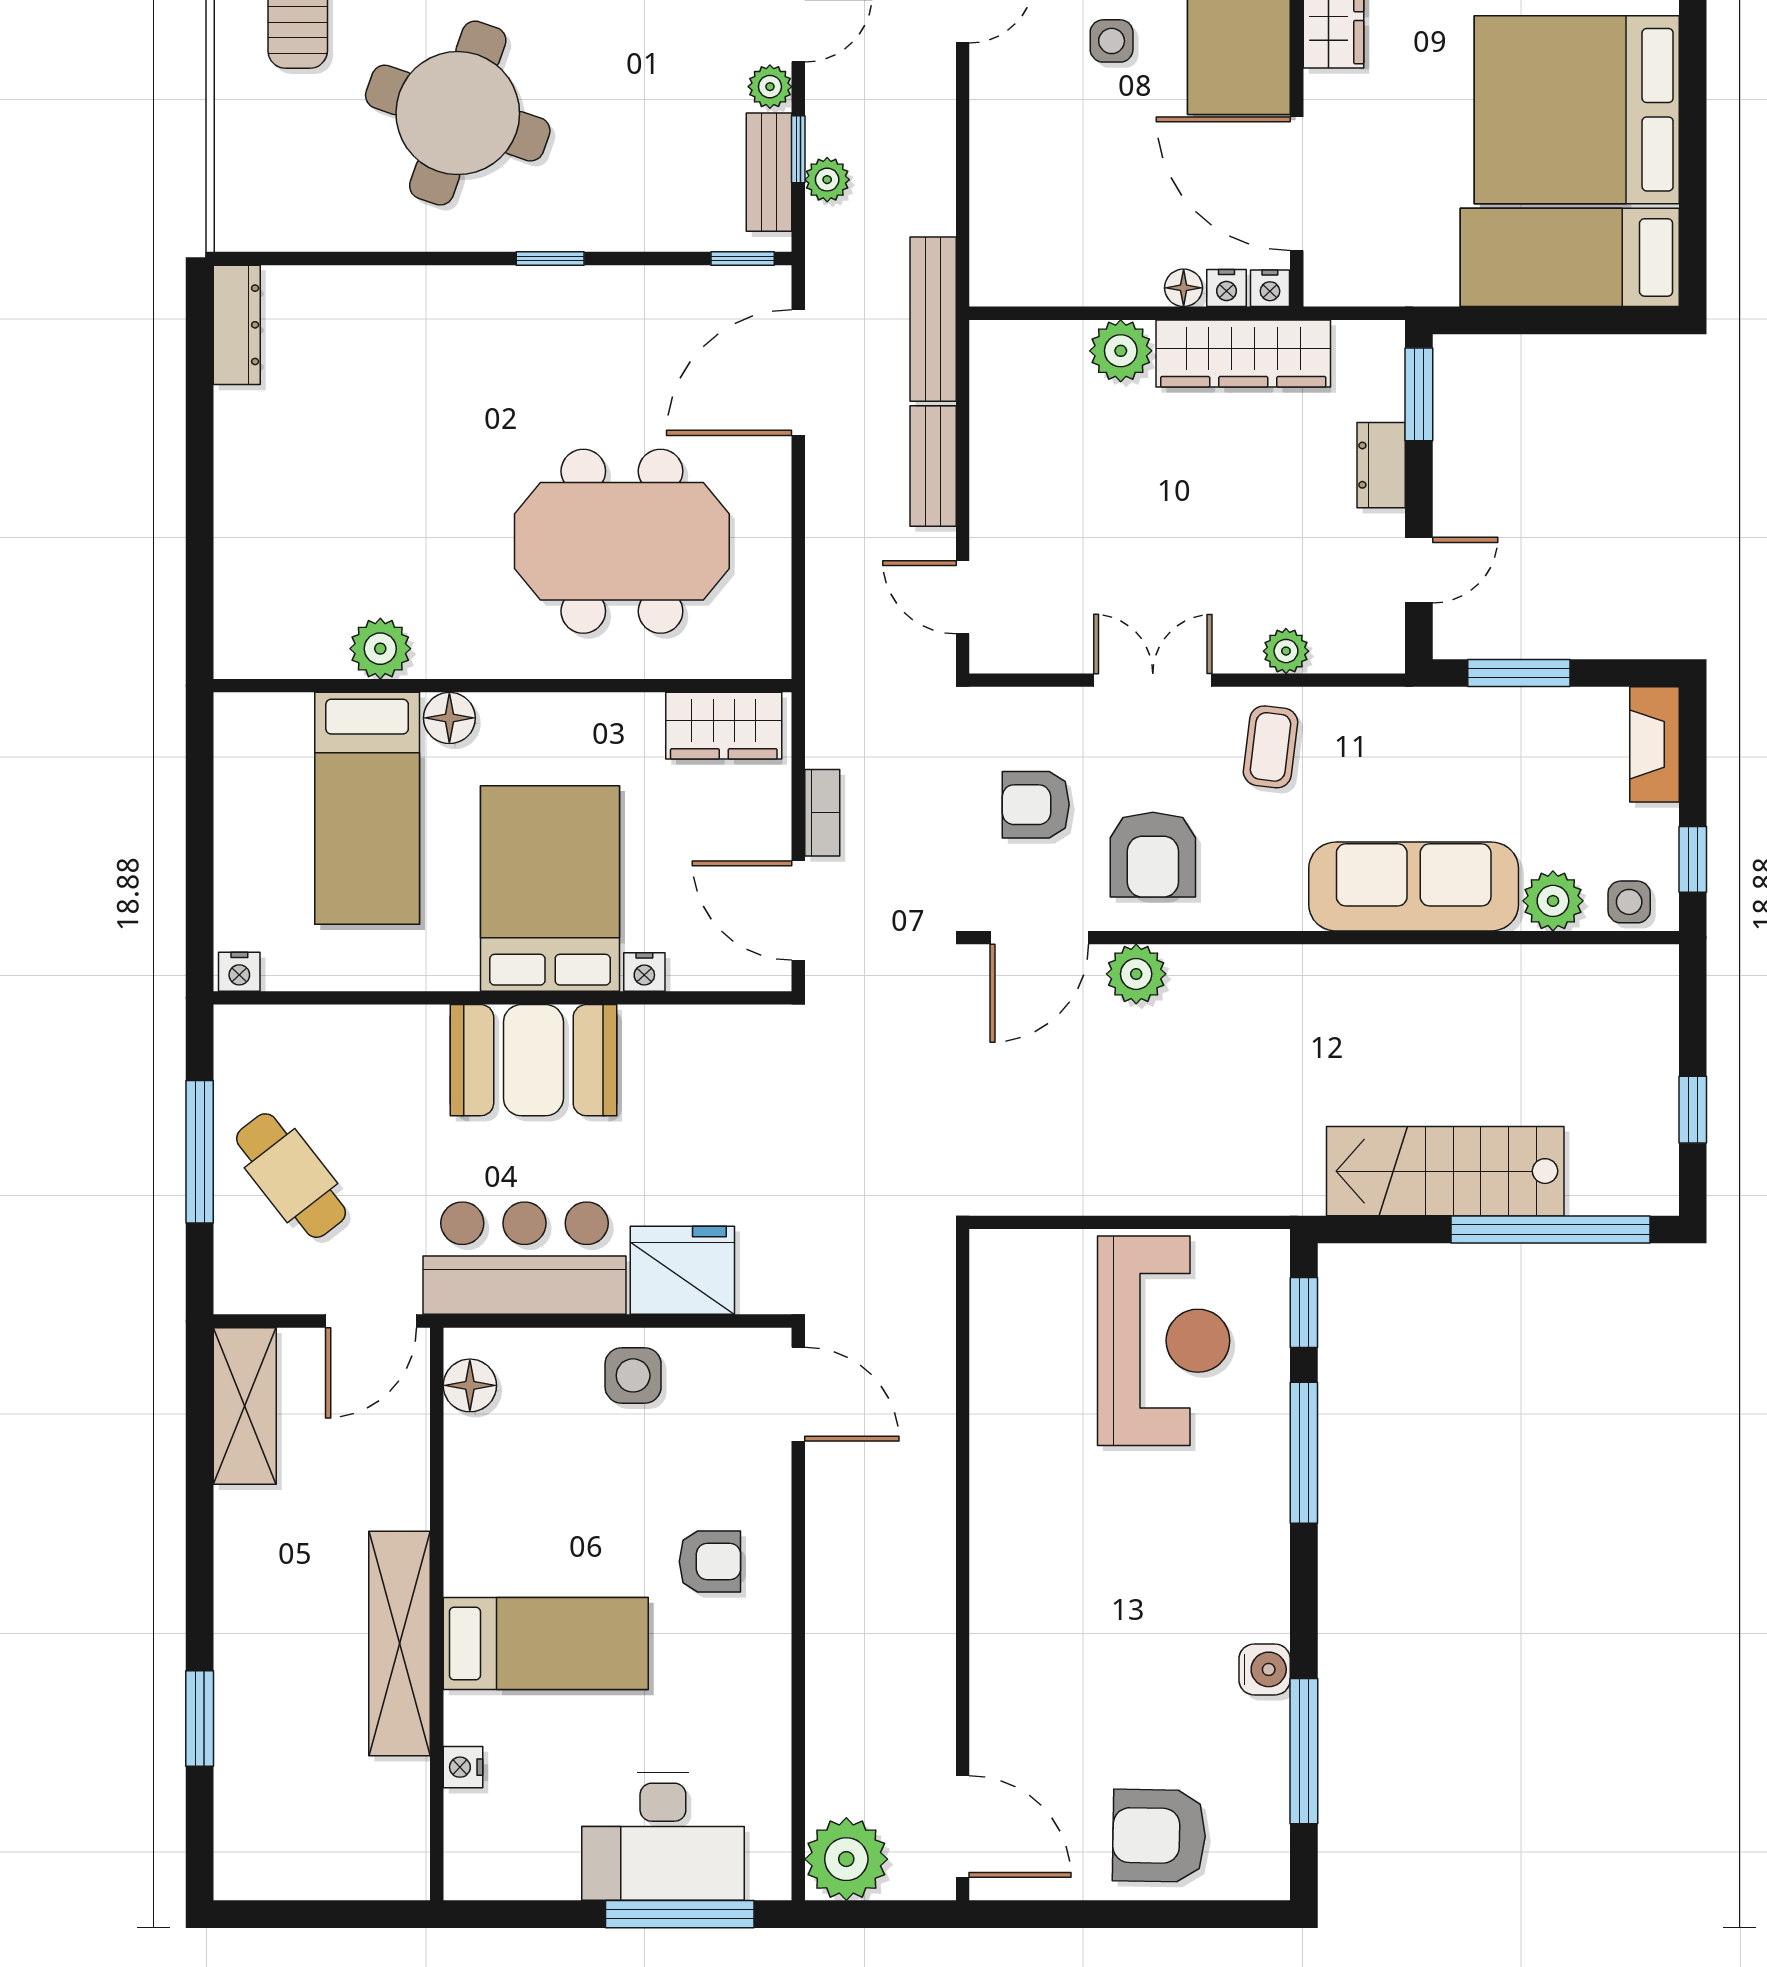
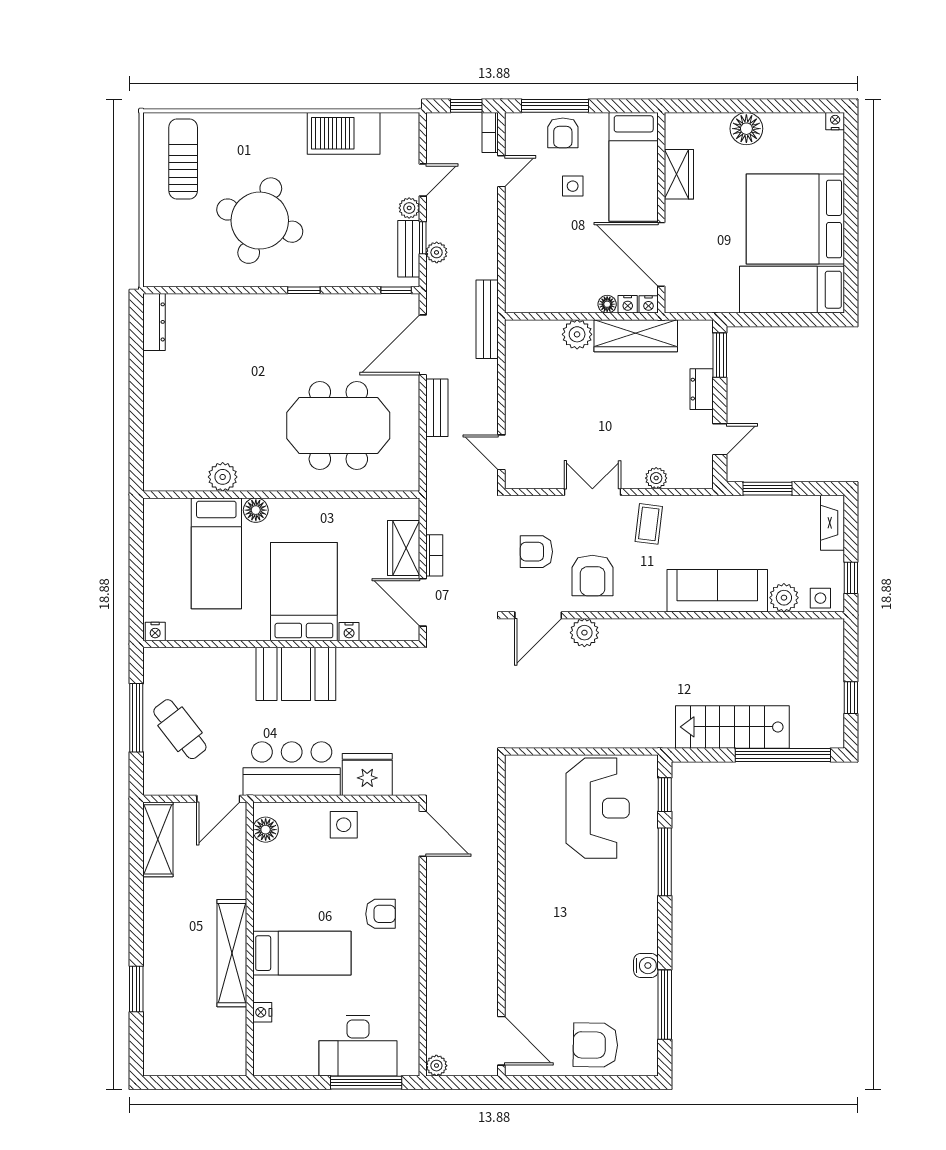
bench: (933, 466) -> (437, 408), moved
wardrobe: (724, 726) -> (404, 548), moved, turned 90
plant: (846, 1859) -> (436, 1066), width x0.53, depth x0.53

